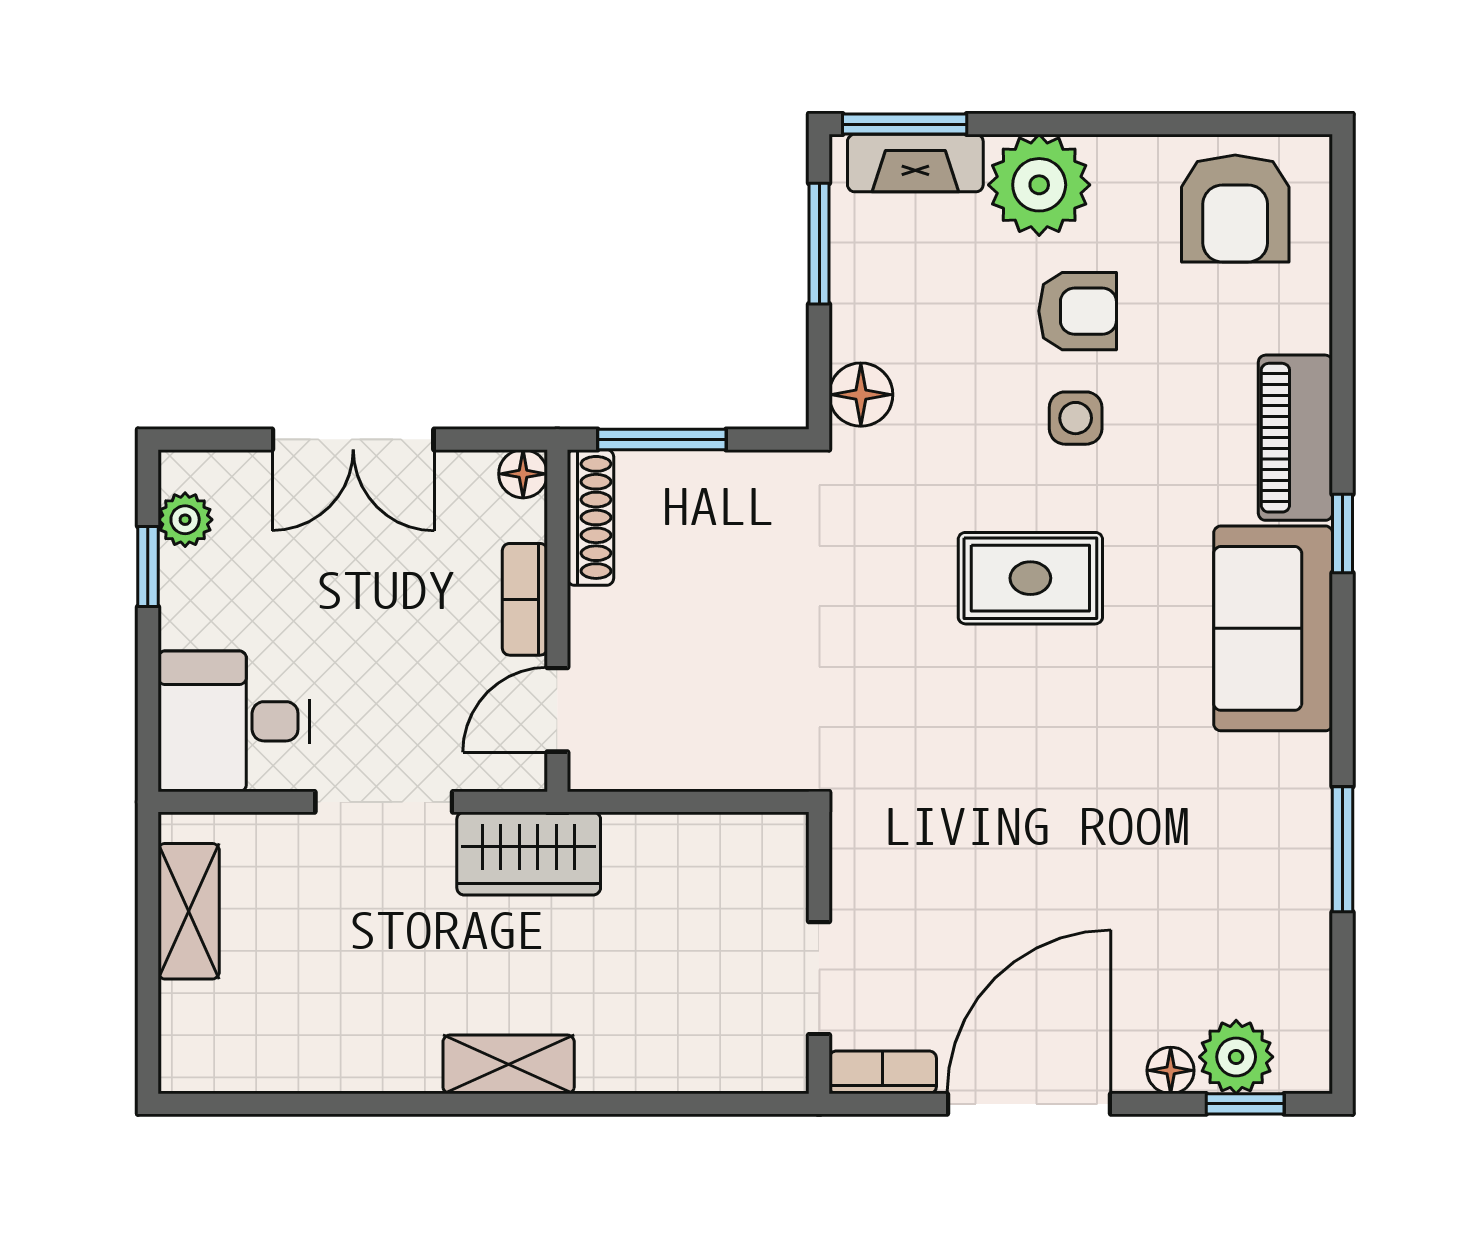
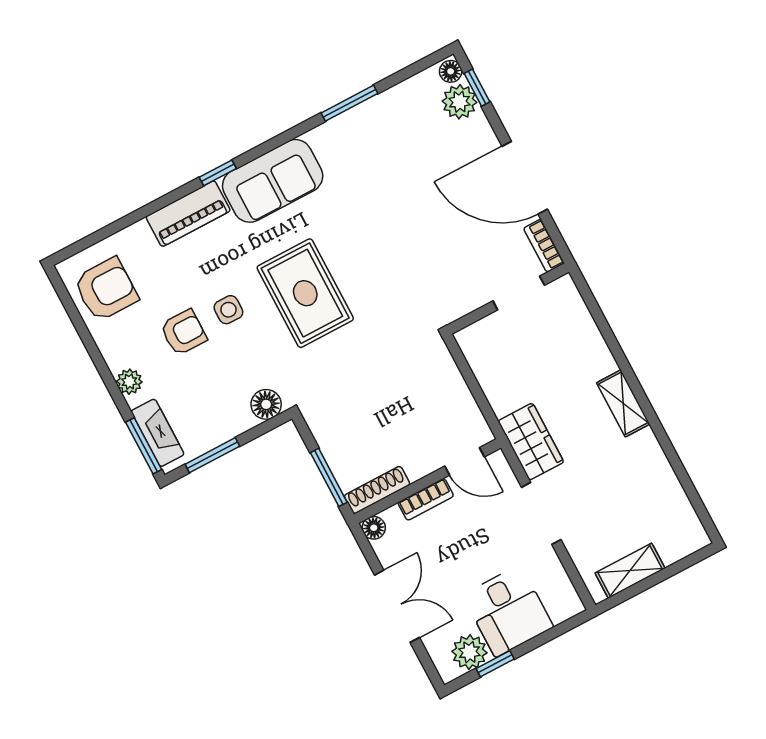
plant: (1039, 185) -> (129, 382), width x0.53, depth x0.53
armchair: (1078, 311) -> (183, 332), turned 90
plant: (185, 520) -> (469, 652), width x1.38, depth x1.38
rug: (1030, 578) -> (305, 293), width x1.36, depth x1.43
desk: (234, 721) -> (508, 611), moved
floor lamp: (1171, 1070) -> (451, 71), moved

